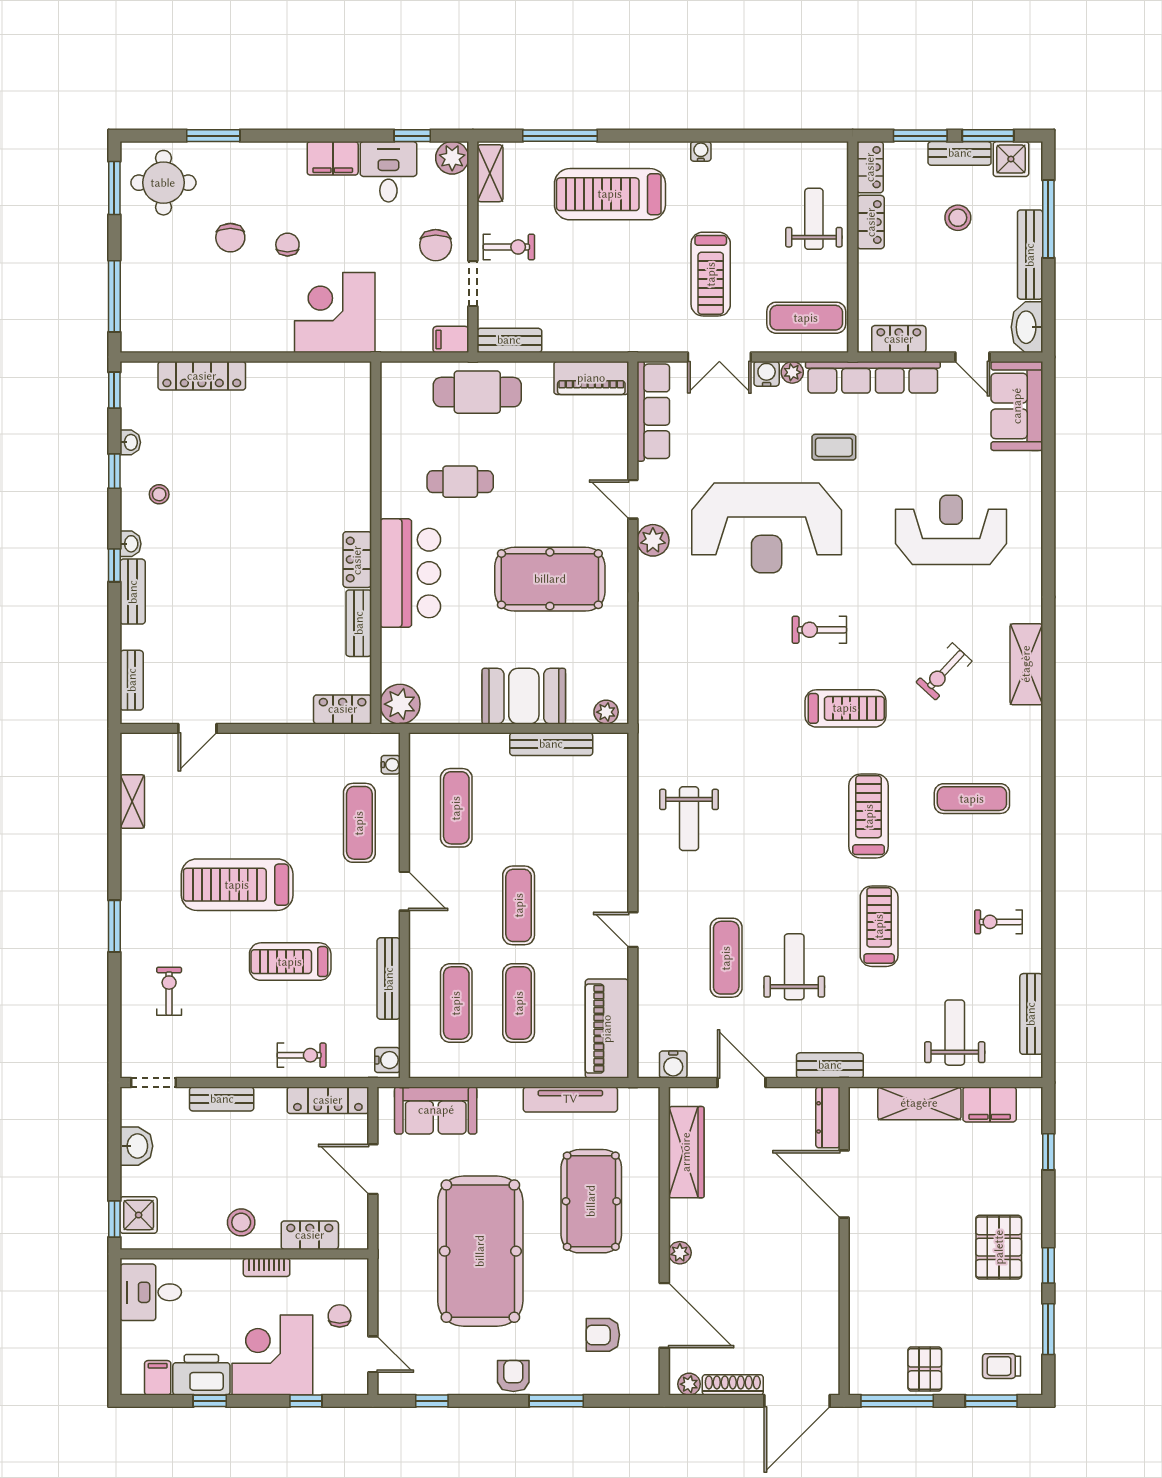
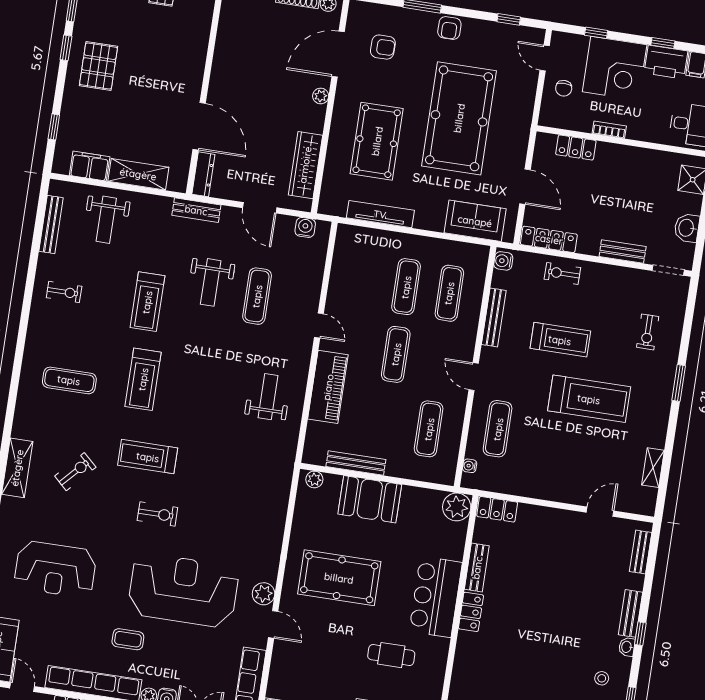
piano: (607, 1029) -> (328, 387), moved
stool: (241, 1222) -> (622, 164), removed
door: (664, 1315) -> (338, 54), hinge flipped

